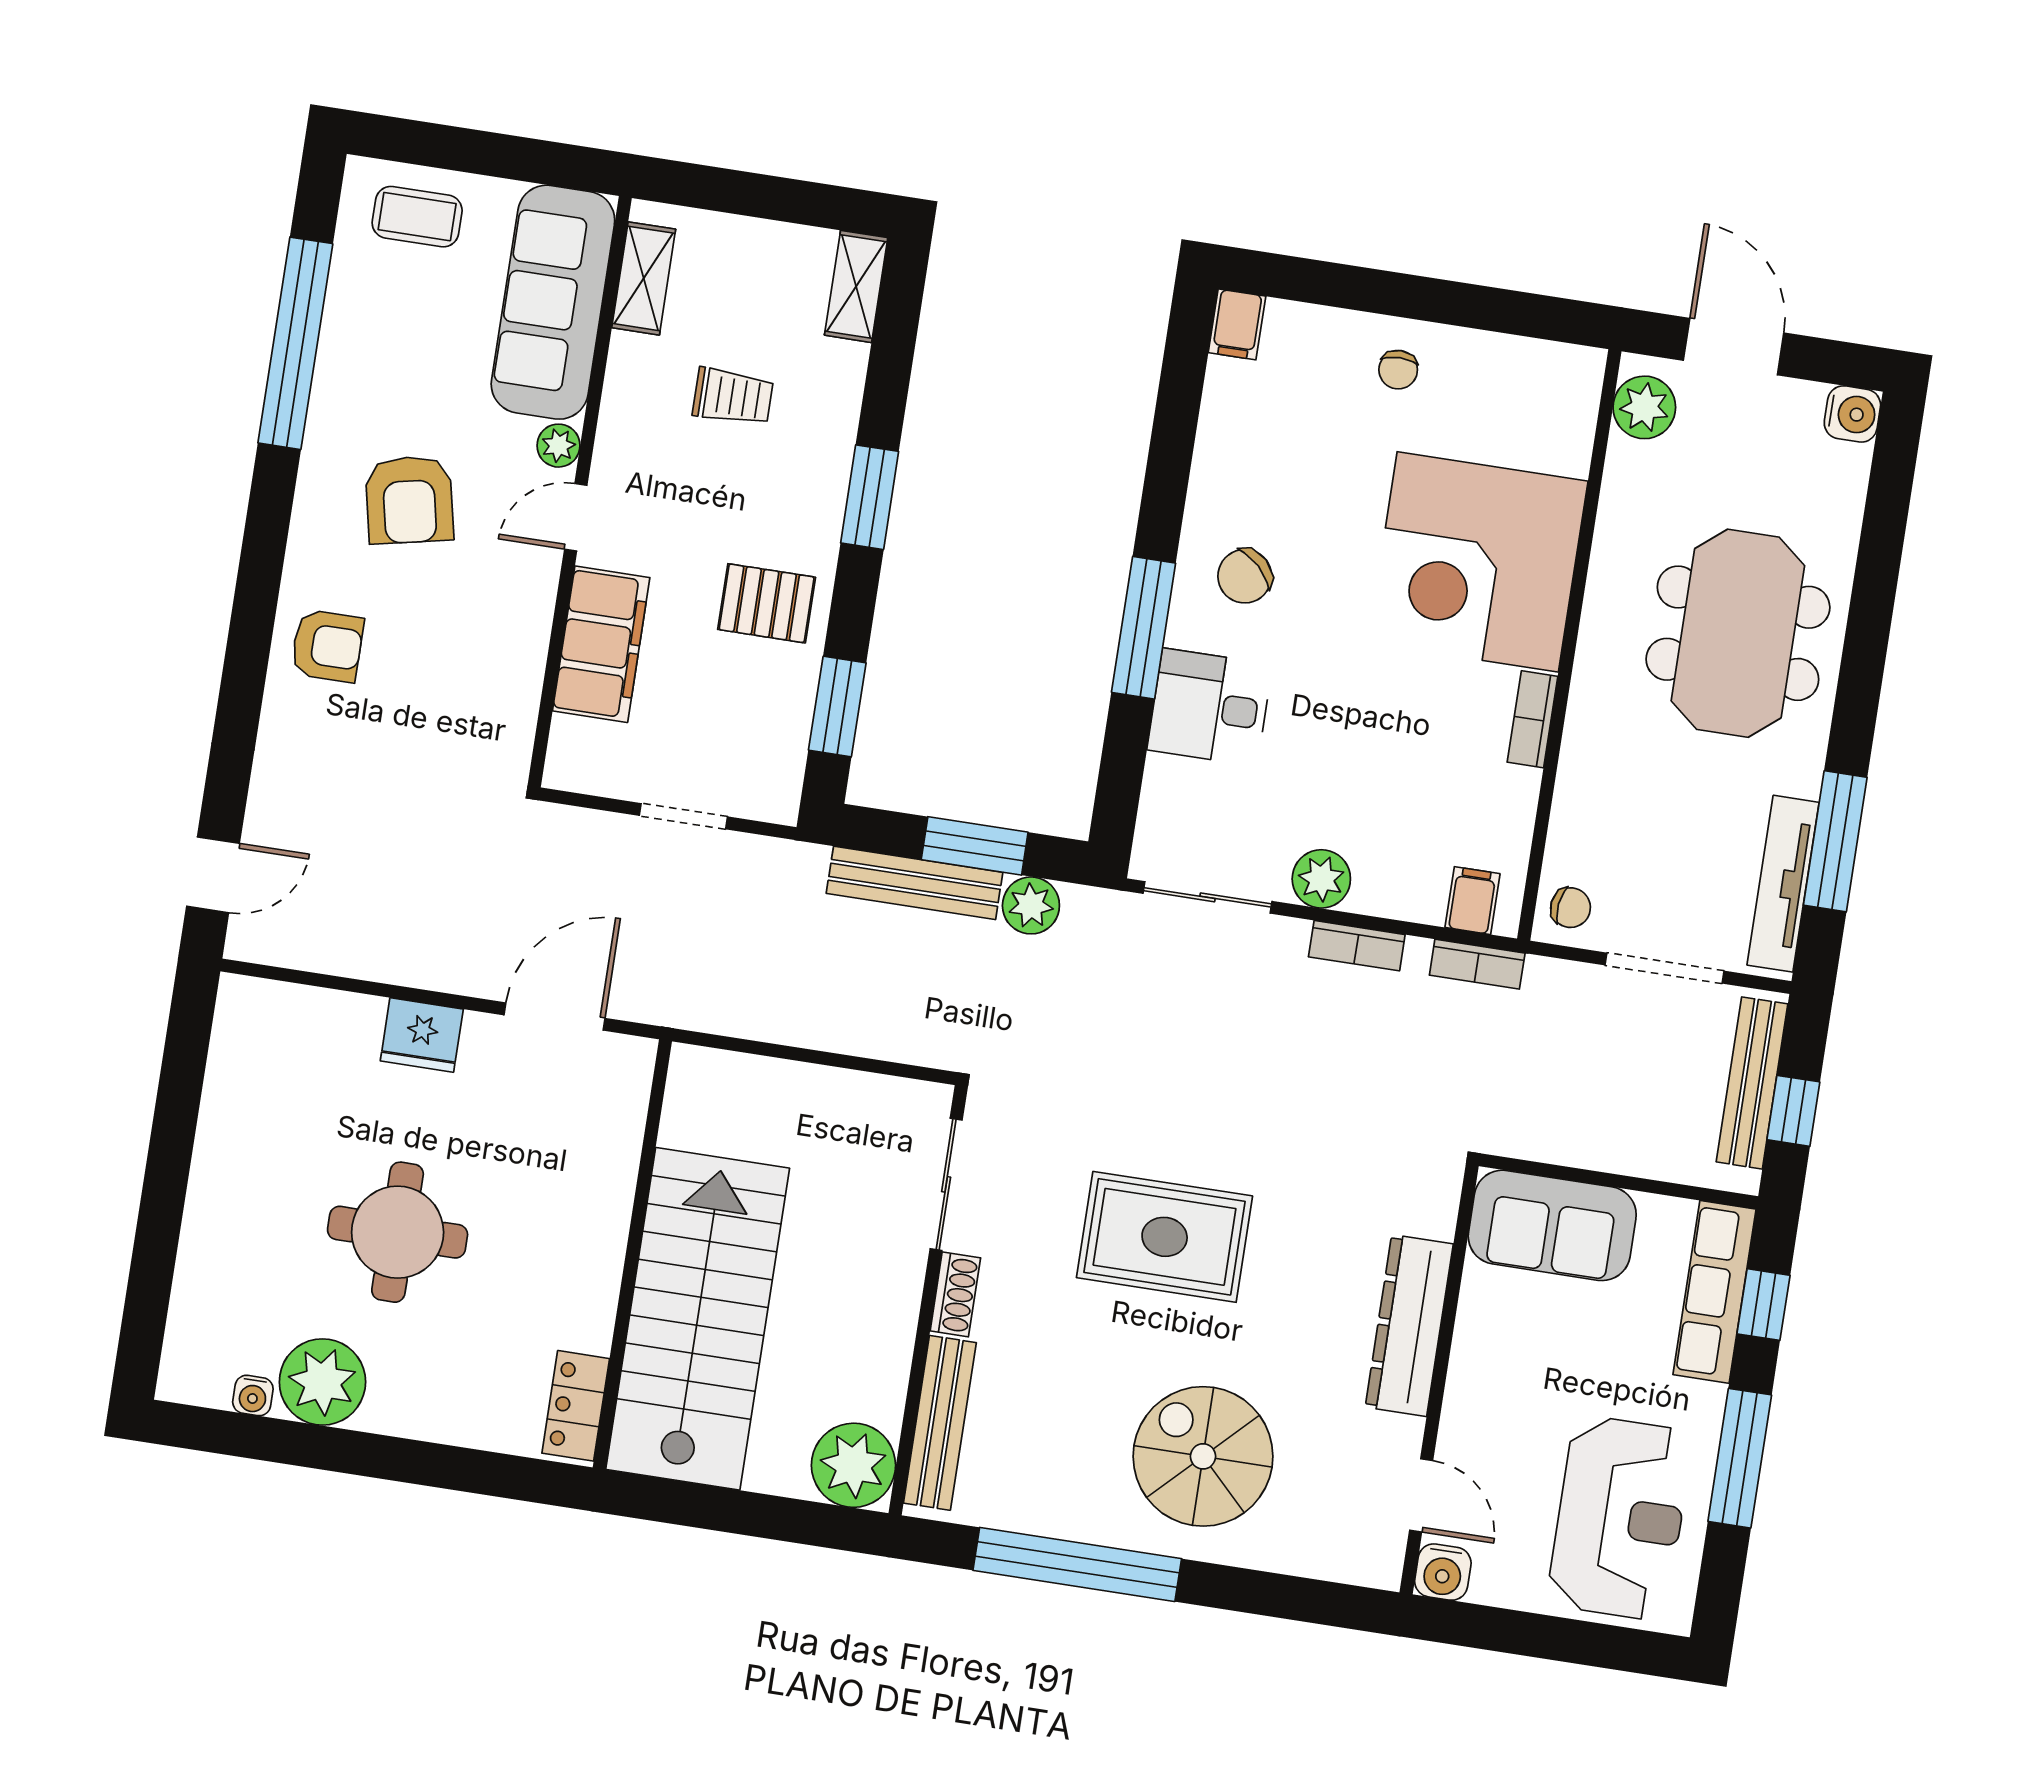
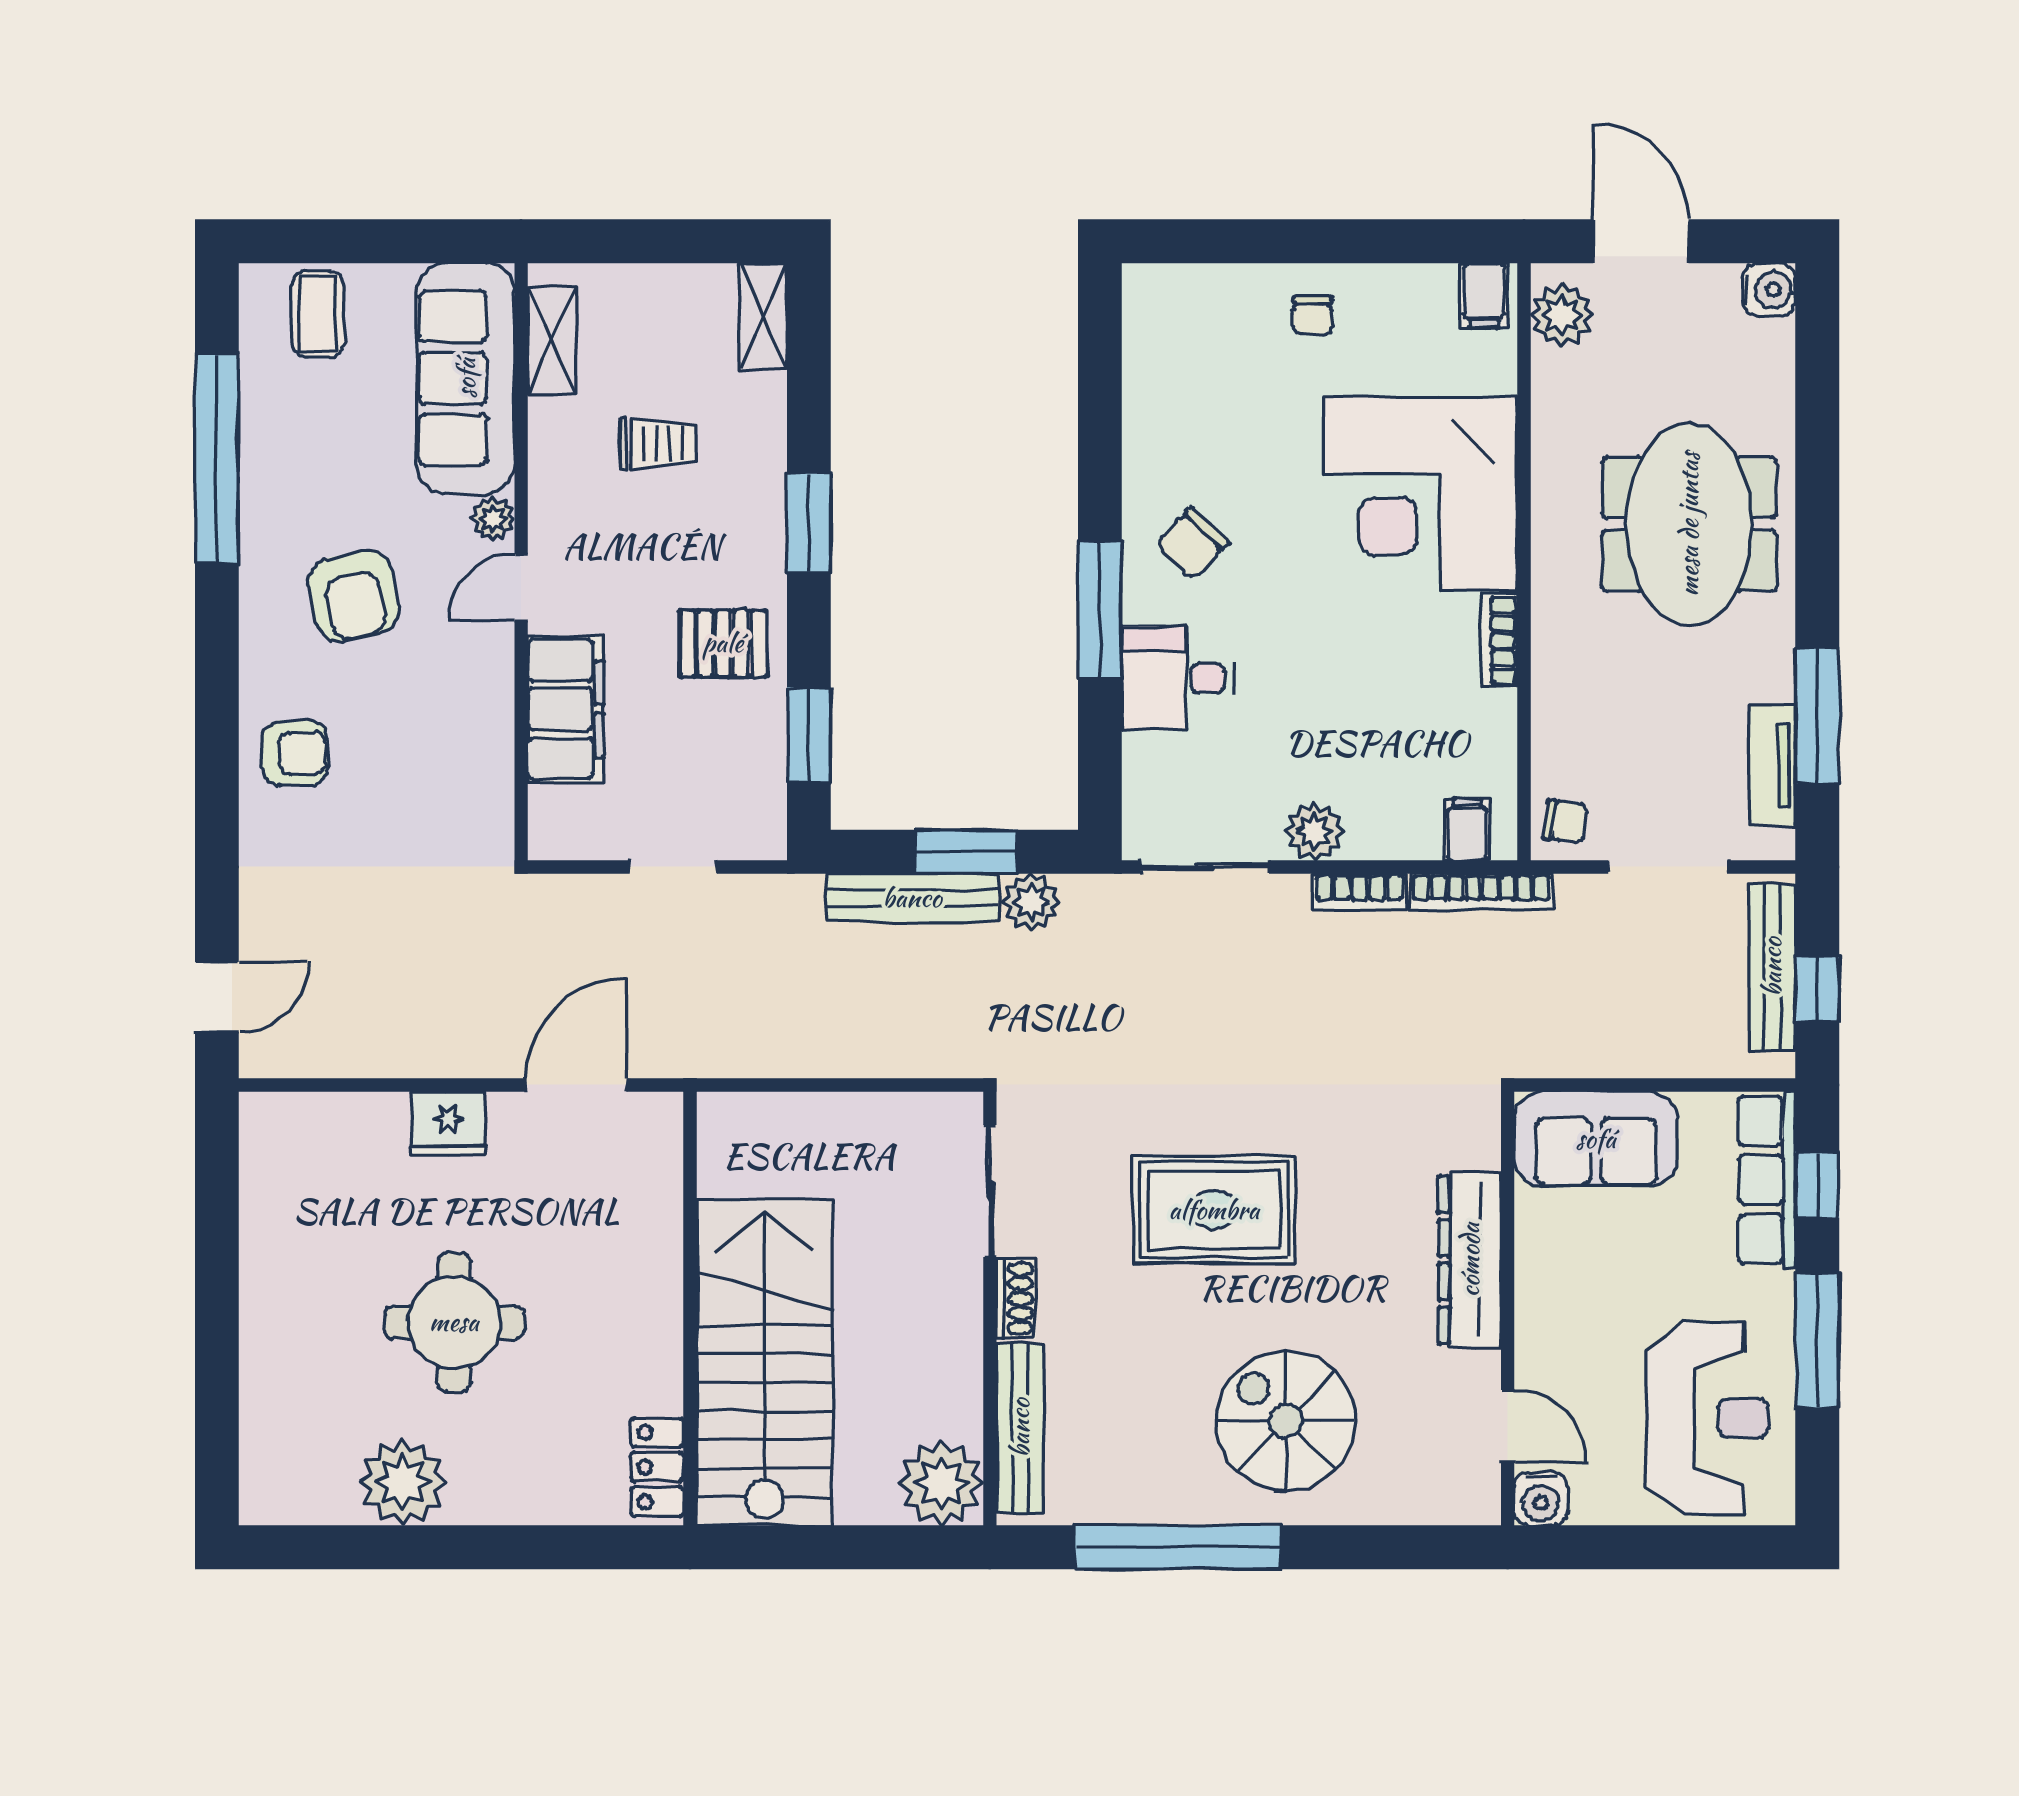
coffee table: (417, 217) -> (318, 314), turned 90
filing cabinet: (1237, 324) -> (1484, 295), moved
tv unit: (1783, 884) -> (1772, 765), width x0.71
bookcase: (1477, 964) -> (1482, 892), width x1.56
water cooler: (253, 1396) -> (336, 1506), removed

